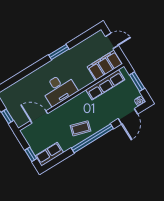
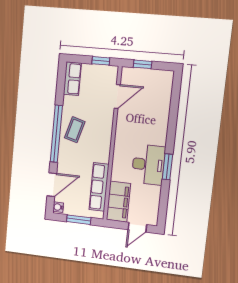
desk: (59, 89) -> (148, 165), moved, turned 180
door: (128, 116) -> (52, 185), swing flipped
window: (31, 154) -> (101, 61), moved

